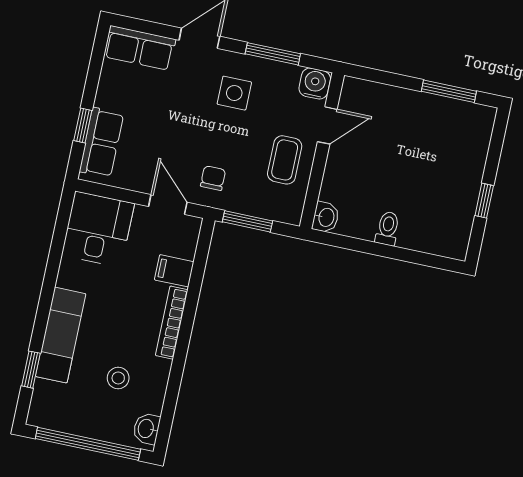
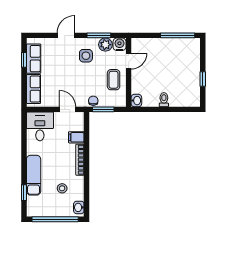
row of seats: (140, 48) -> (34, 59), moved, turned -90
plant: (283, 78) -> (105, 45), added
window: (449, 91) -> (178, 35), width x1.44
window: (83, 126) -> (24, 60), moved
chair: (213, 178) -> (93, 101), moved

